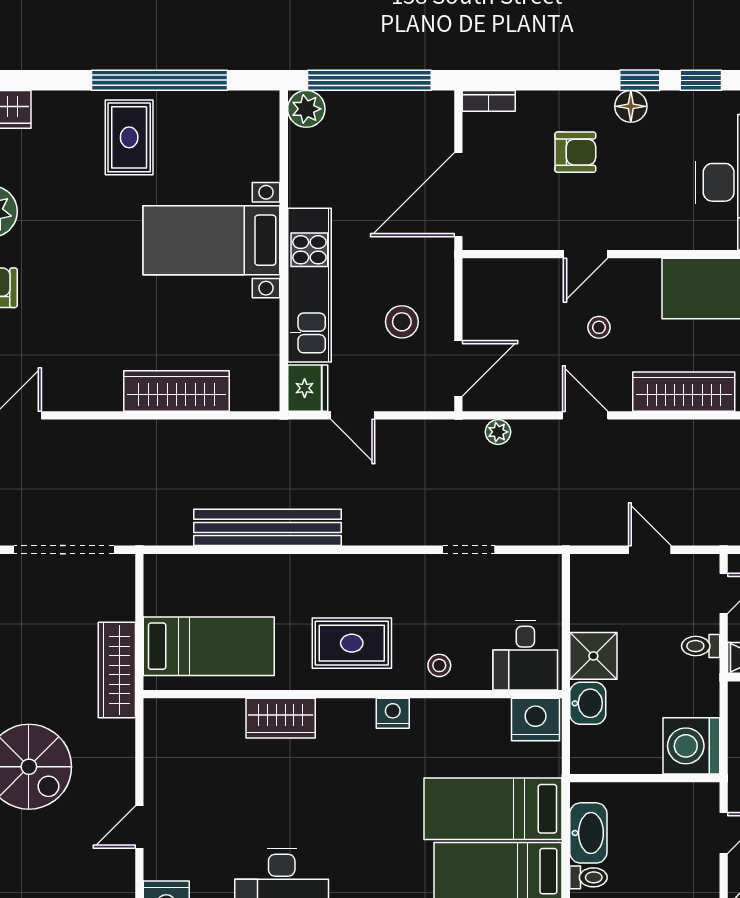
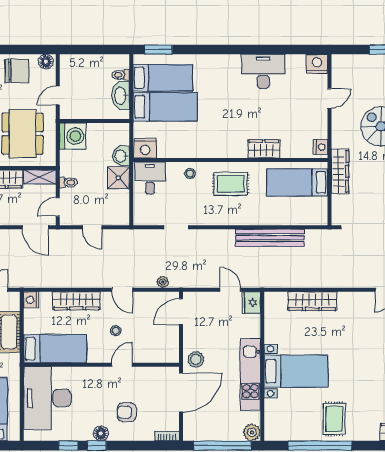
kitchen unit: (309, 285) -> (250, 375), moved
stool: (402, 322) -> (196, 359), moved
nightstand: (393, 713) -> (321, 147), moved, turned -90

